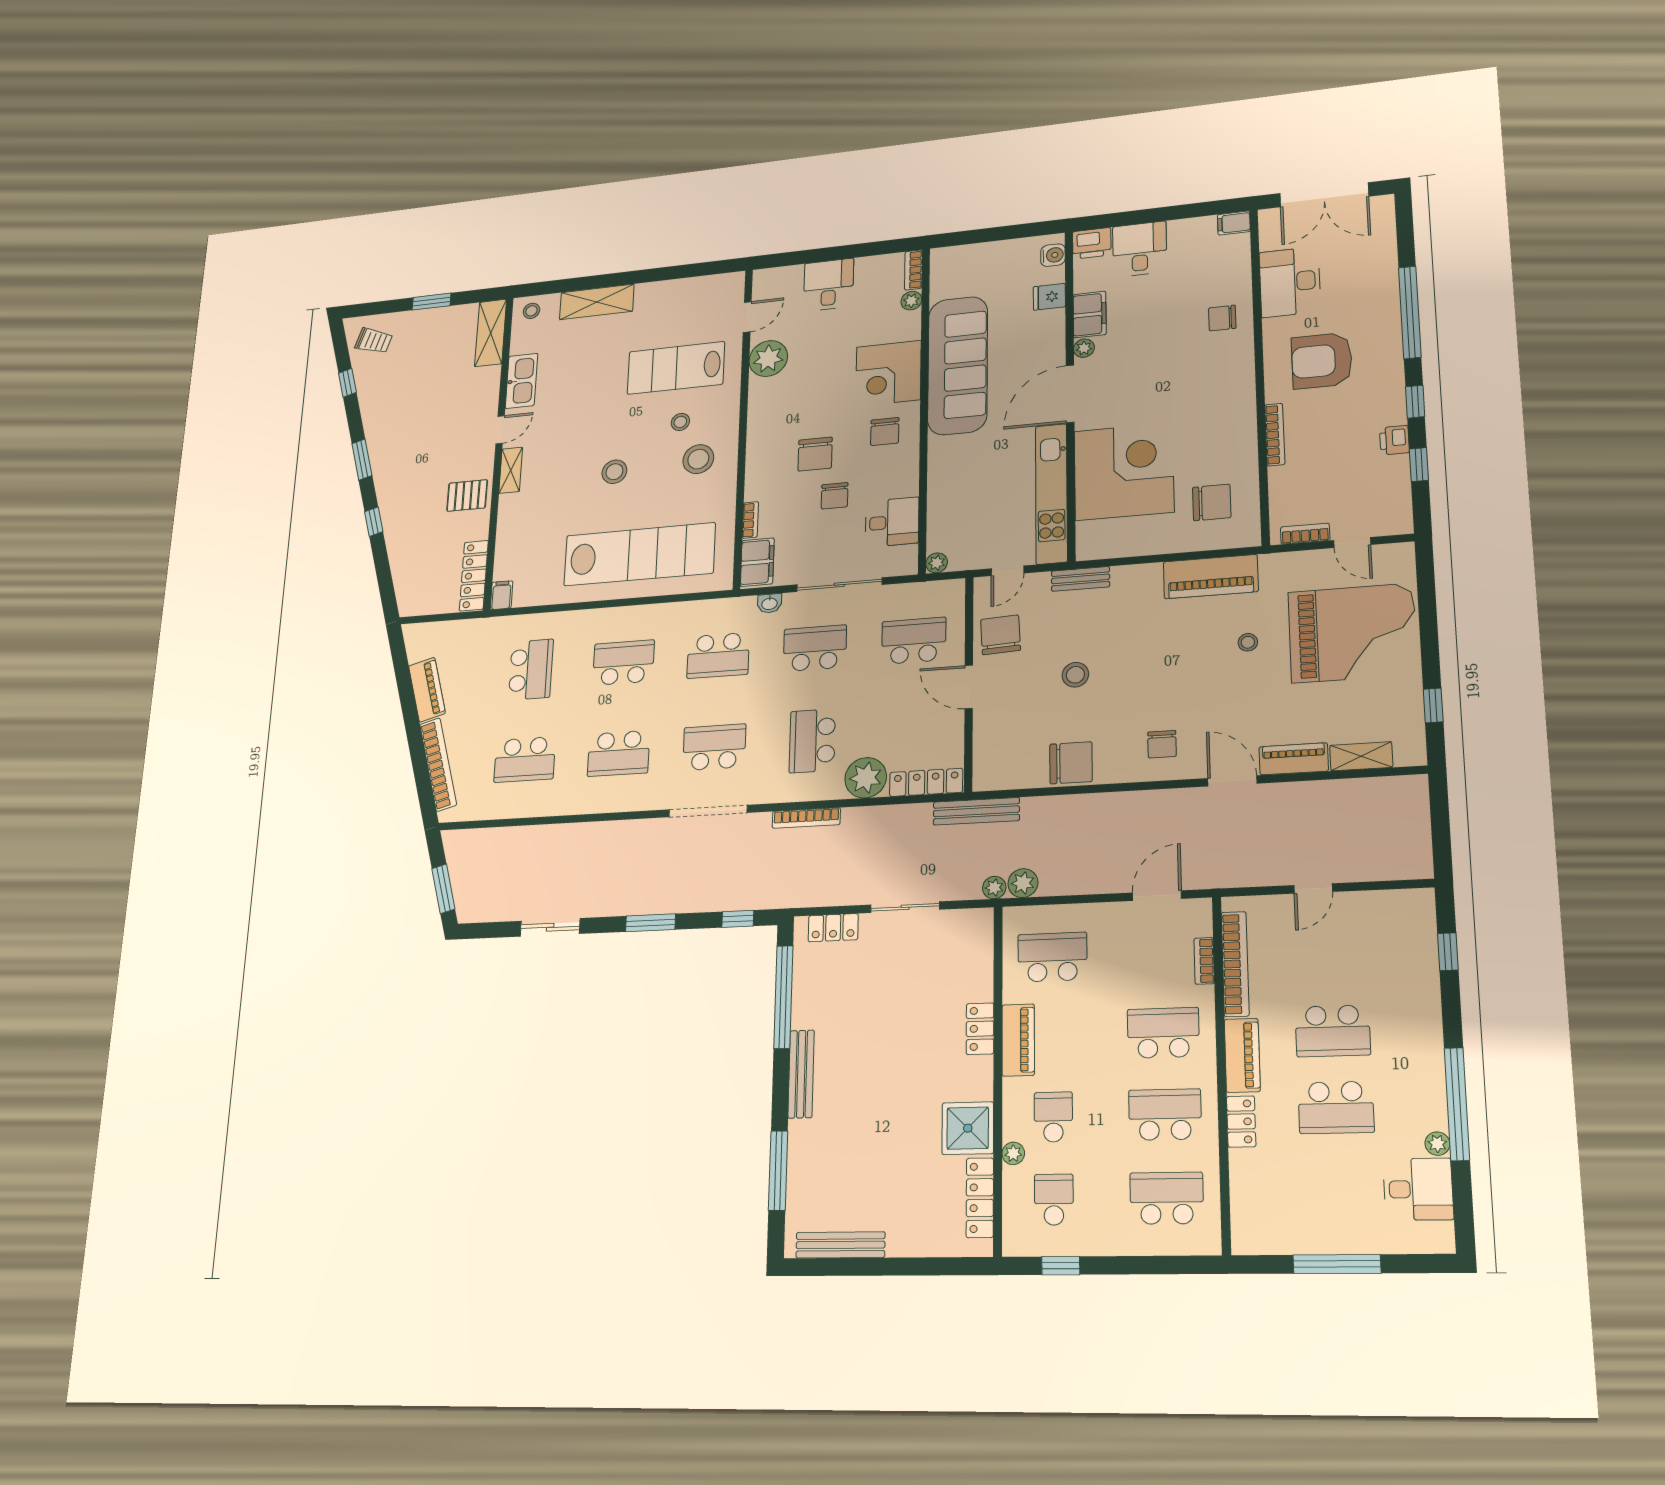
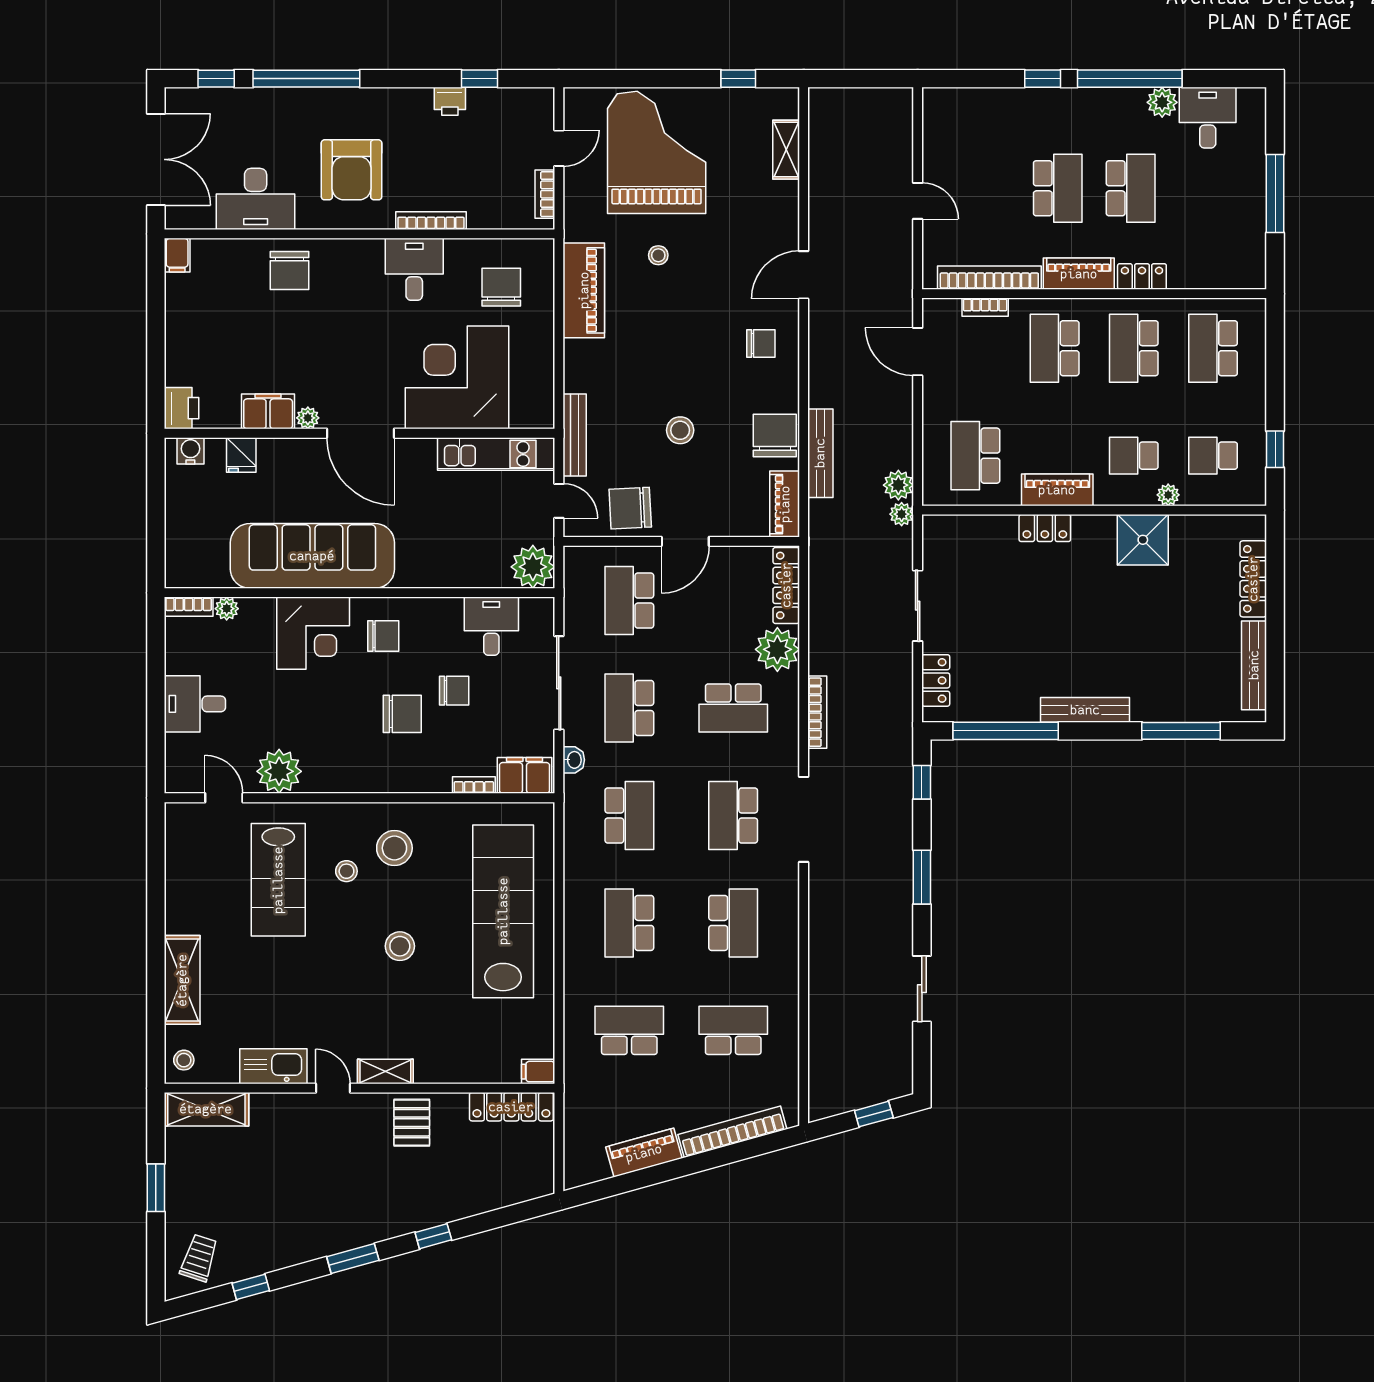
desk: (1140, 249) -> (414, 269), moved, turned 90
chair: (1222, 318) -> (290, 271), width x1.37, depth x1.37
window: (1415, 402) -> (216, 79), moved
kitchen unit: (1051, 494) -> (496, 454), width x0.73
plant: (937, 563) -> (533, 567), width x1.87, depth x1.87
bench: (1081, 579) -> (575, 435), width x1.36
piano: (1294, 759) -> (785, 504), moved
school desk: (525, 760) -> (733, 1030), turned -90
bench: (976, 811) -> (820, 453), moved
window: (443, 889) -> (874, 1114), width x0.67
window: (1448, 952) -> (1043, 79), moved
plant: (1437, 1144) -> (1162, 102), width x1.38, depth x1.38
locker: (980, 1198) -> (1253, 579), moved, turned 90

